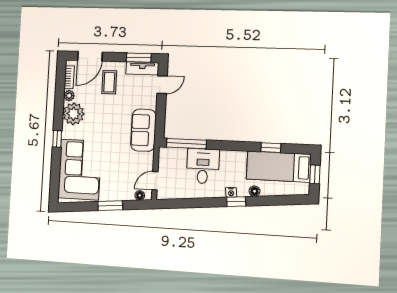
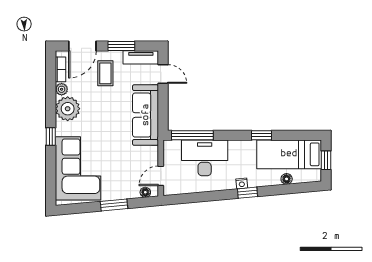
window: (139, 58) -> (121, 46), moved
door: (162, 85) -> (163, 74), hinge flipped
sofa: (143, 130) -> (146, 115), width x1.36
window: (271, 148) -> (261, 135), moved
desk: (203, 166) -> (205, 158), width x1.37
floor lamp: (255, 191) -> (287, 179), moved

